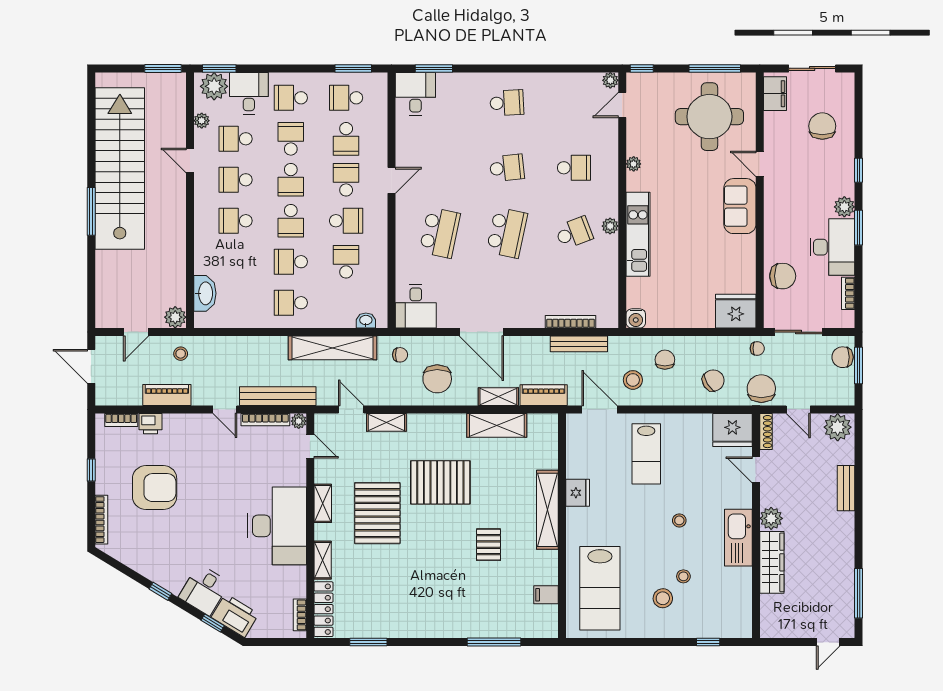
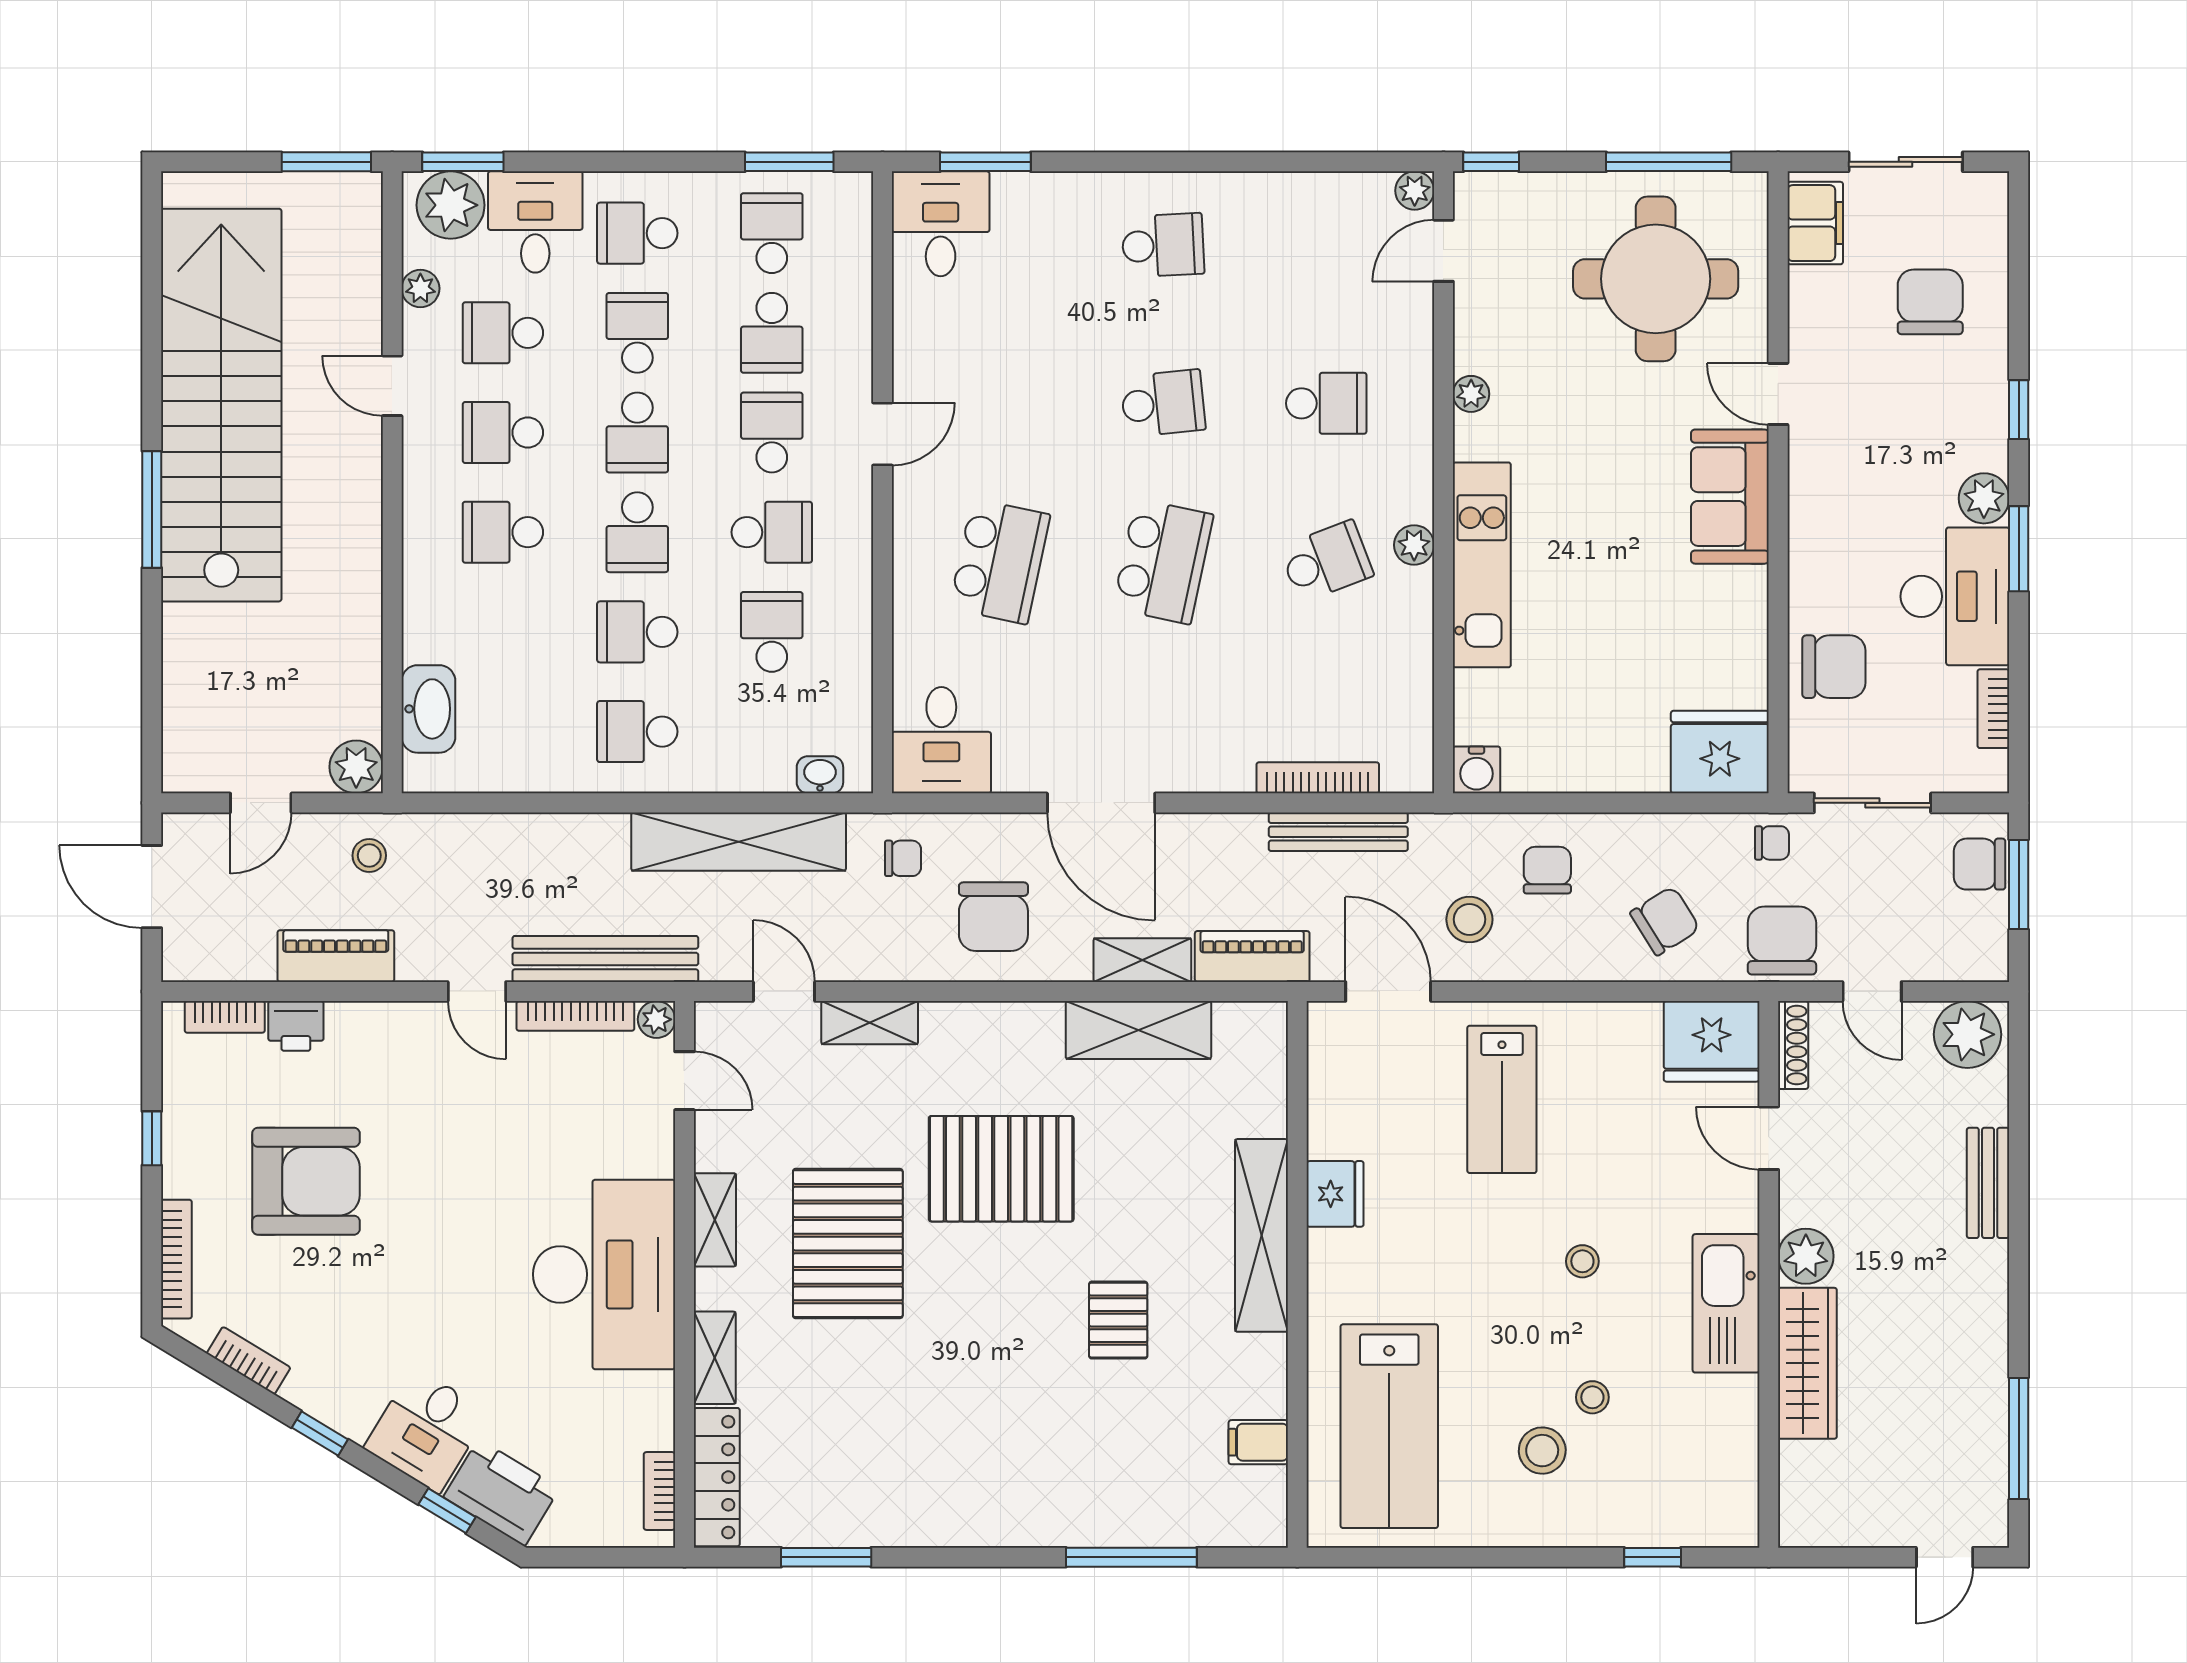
school desk: (346, 98) -> (772, 233), turned 90
bookcase: (131, 561) -> (249, 1361), added

